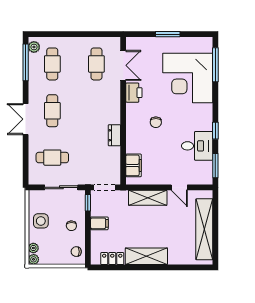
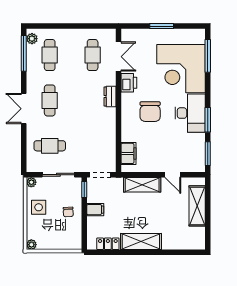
chair: (156, 122) -> (150, 112), width x1.87, depth x1.87
window: (215, 131) -> (208, 120), width x1.50
dresser: (114, 135) -> (110, 97), moved
desk: (197, 146) -> (190, 113), moved, width x1.37
shelving: (204, 229) -> (197, 206), width x0.68
plant: (33, 248) -> (31, 182), moved
chair: (76, 252) -> (73, 237), removed

